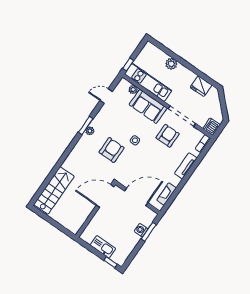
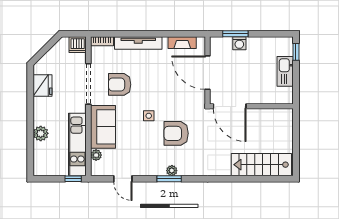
tv unit: (186, 166) -> (138, 43), width x1.41

